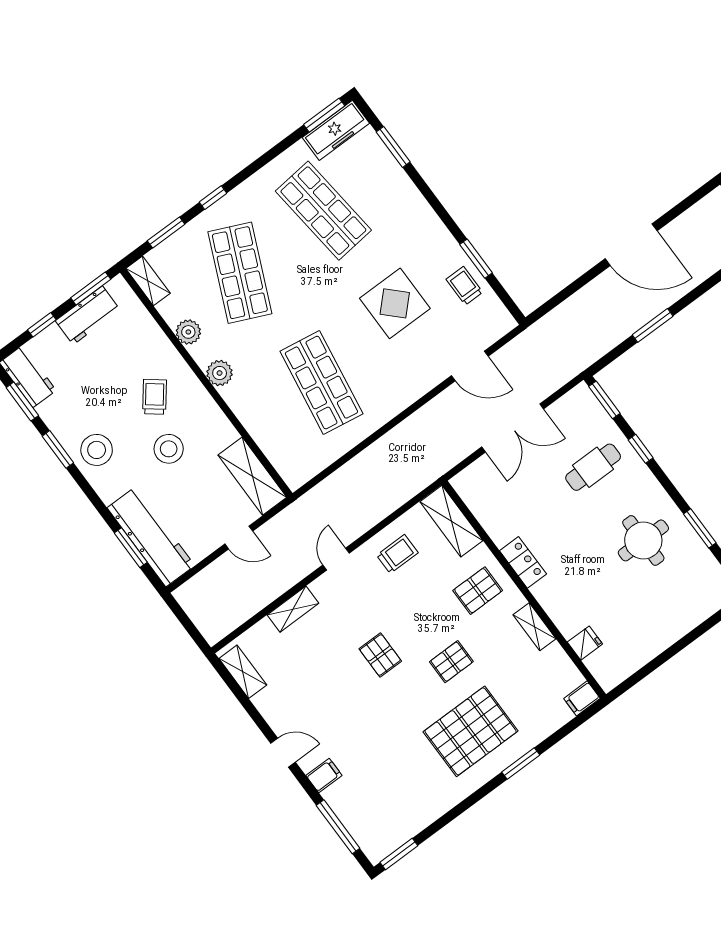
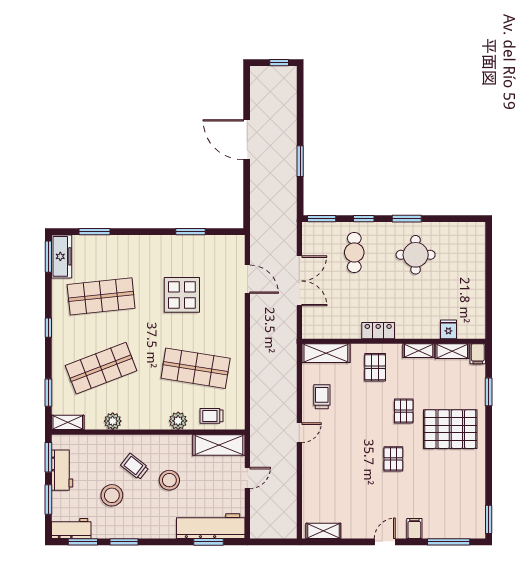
window: (213, 198) -> (48, 328), moved
door: (631, 245) -> (247, 140), swing flipped
shop shelf: (240, 273) -> (101, 368), turned -45
trolley: (464, 286) -> (212, 416), moved
window: (42, 325) -> (48, 499), width x1.50
door: (470, 366) -> (247, 279), hinge flipped
plant: (220, 373) -> (178, 421), moved
stool: (97, 450) -> (112, 495), moved
window: (700, 528) -> (407, 219), moved
door: (336, 559) -> (299, 433), swing flipped
shelving: (293, 609) -> (452, 351), moved, turned 90
pallet: (380, 655) -> (393, 459), moved, turned 90
pallet: (471, 731) -> (450, 429), turned 90
window: (521, 763) -> (489, 392), moved

